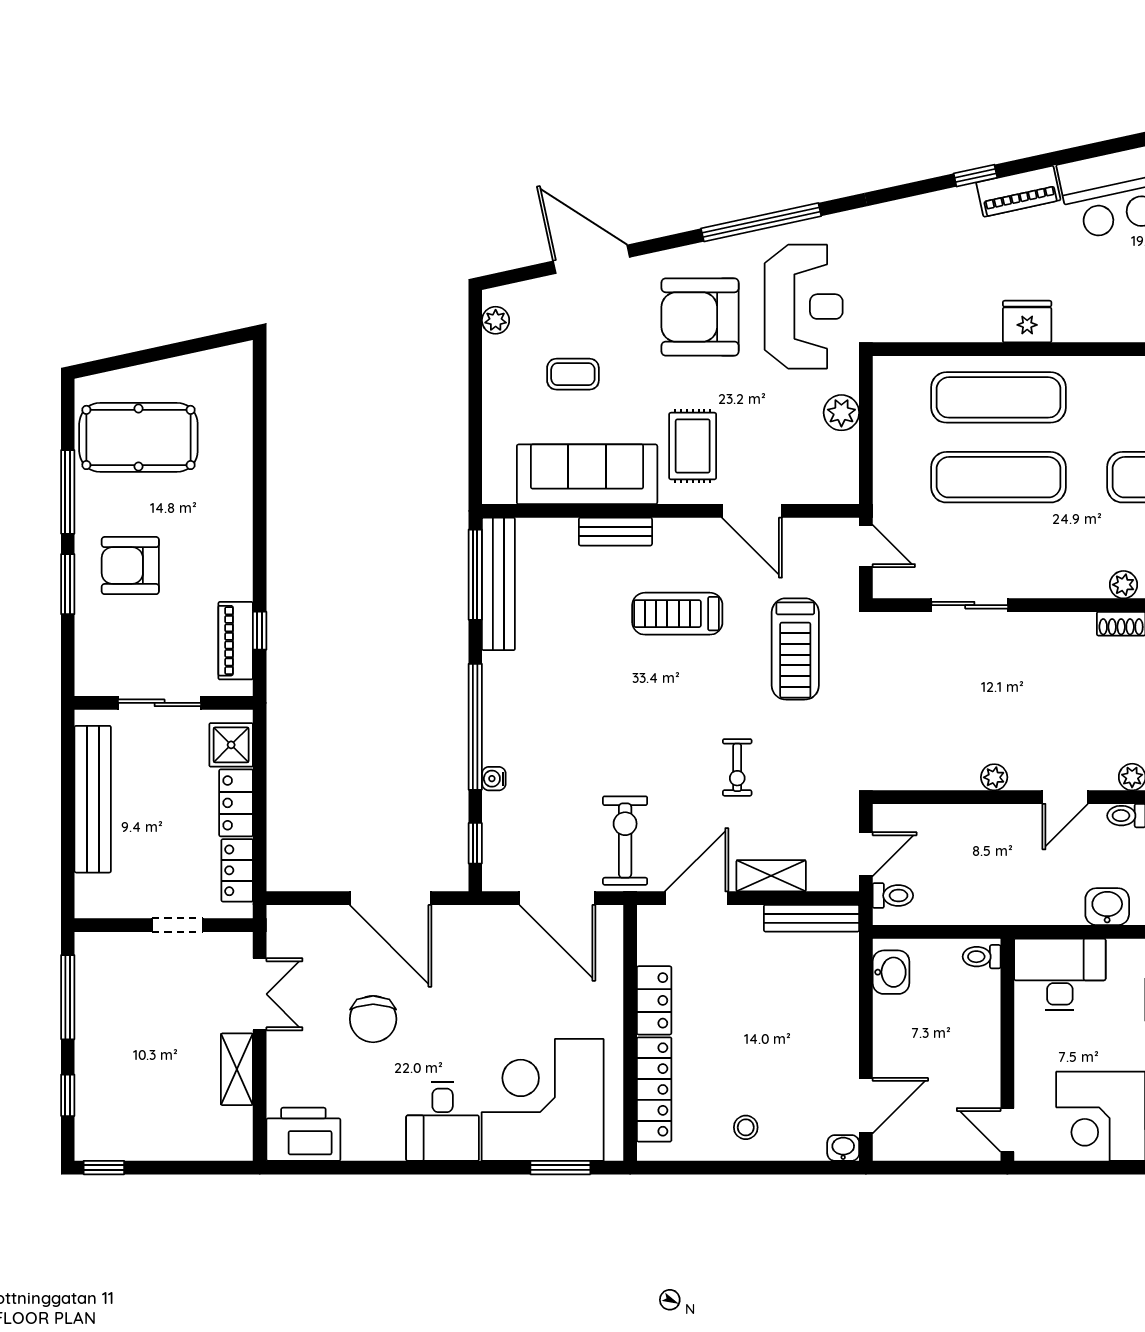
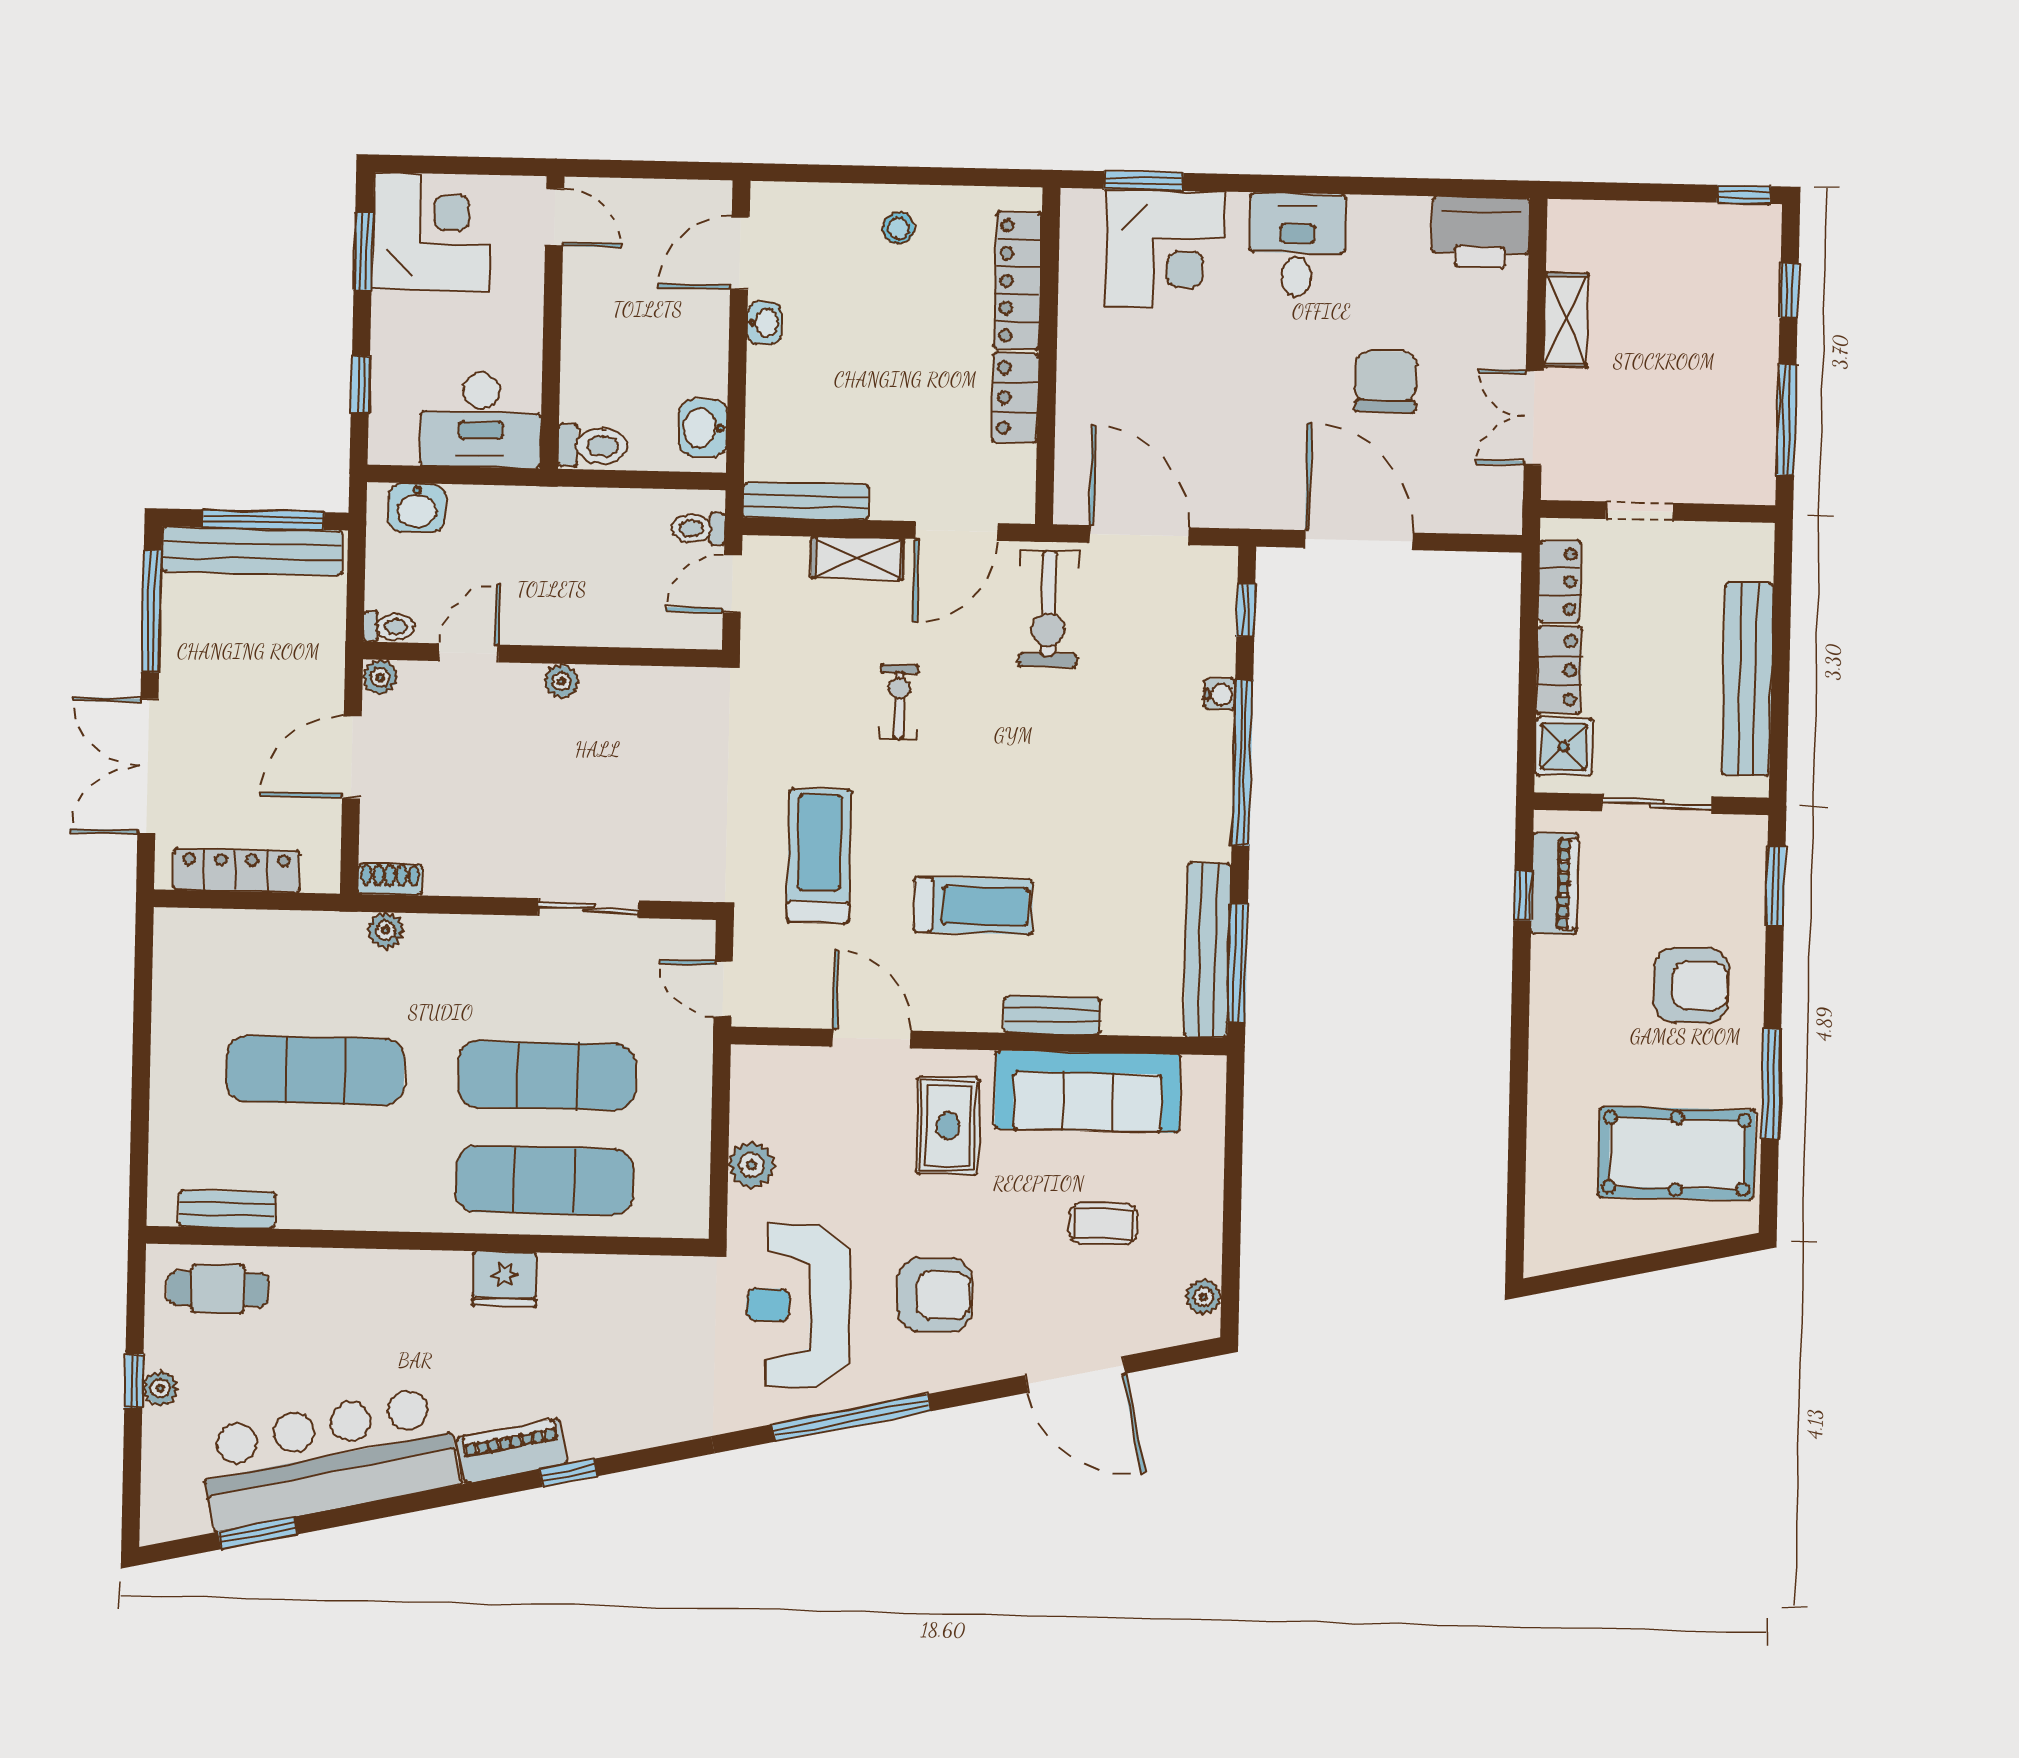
armchair: (700, 317) -> (934, 1295), width x0.73, depth x0.73
window: (68, 584) -> (1776, 886), moved
toilet: (982, 957) -> (593, 446), width x1.37, depth x1.39
corner desk: (543, 1100) -> (1165, 249), width x0.74, depth x0.74
washbasin: (843, 1148) -> (764, 323), moved, turned -90

